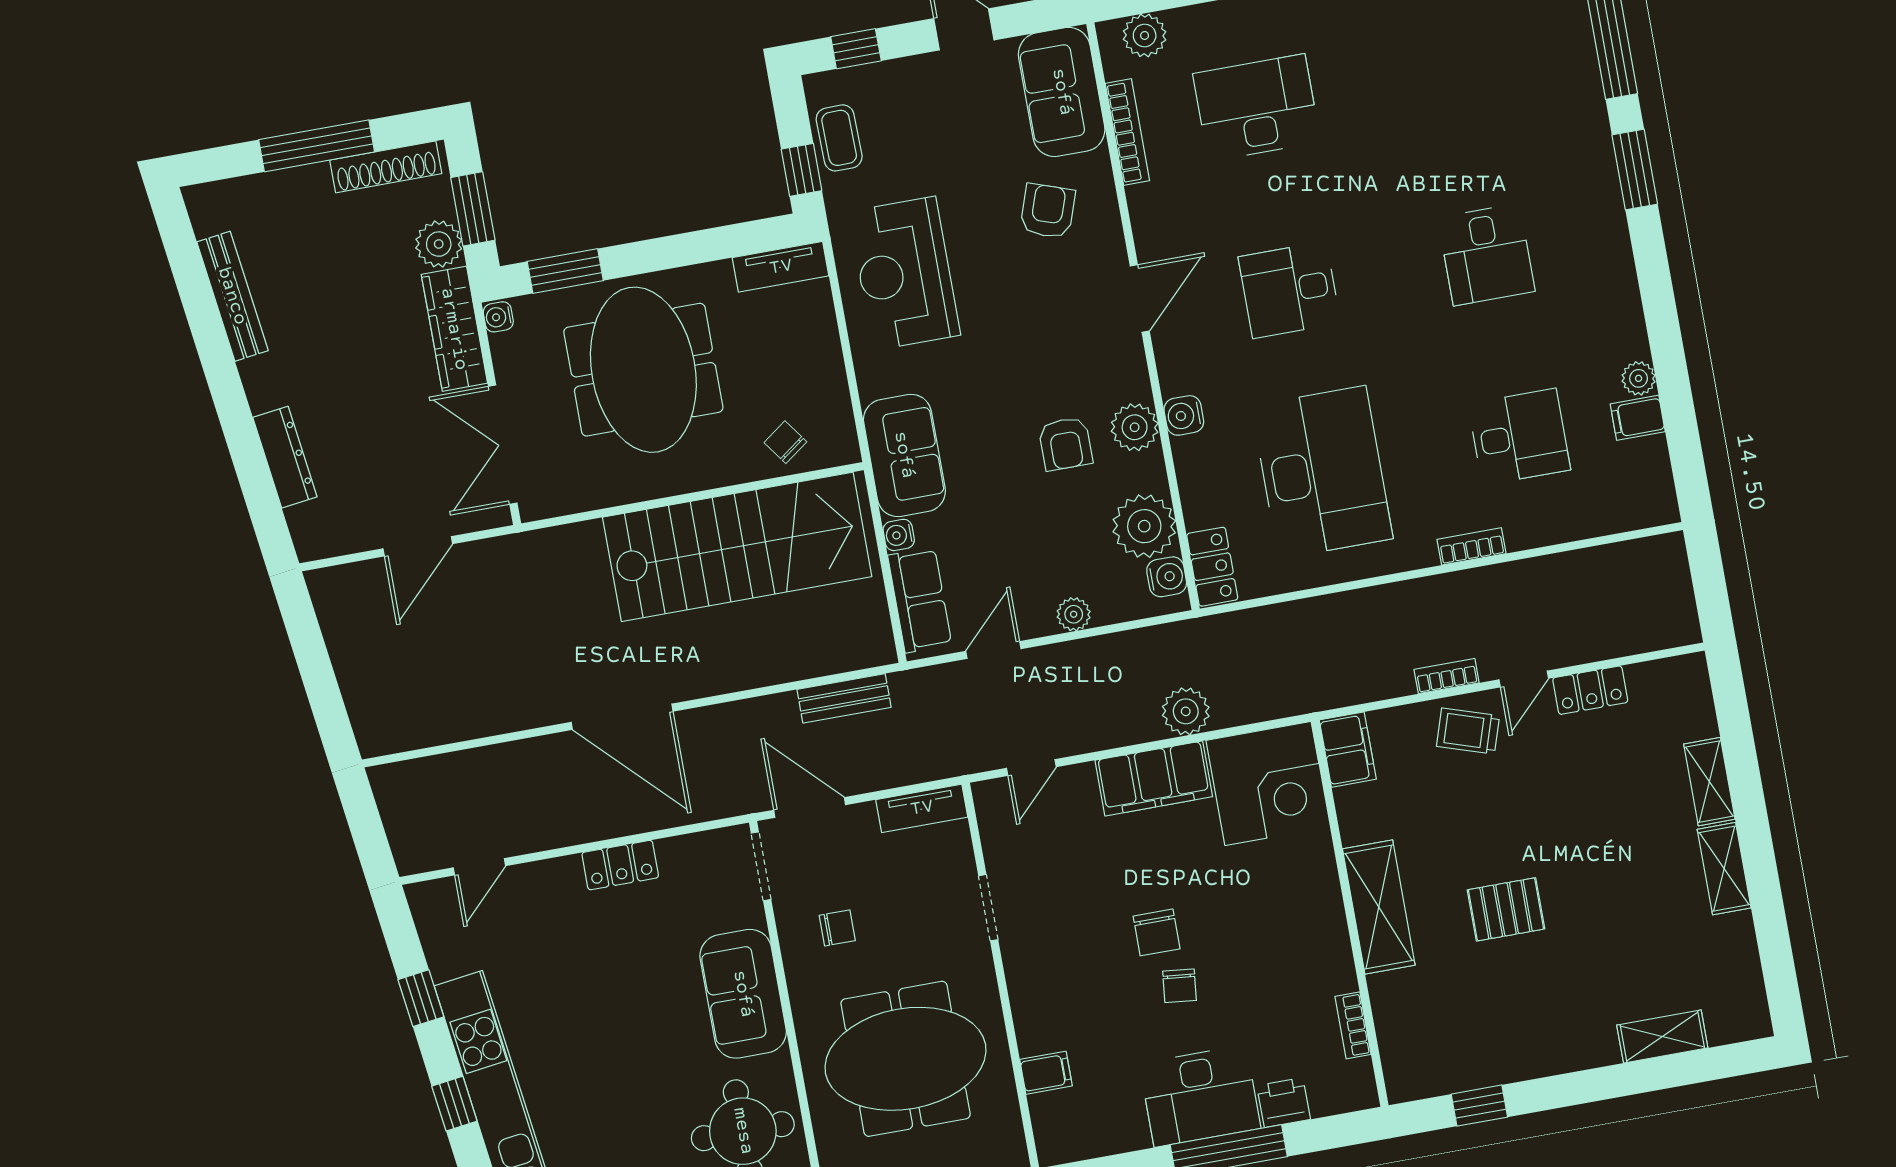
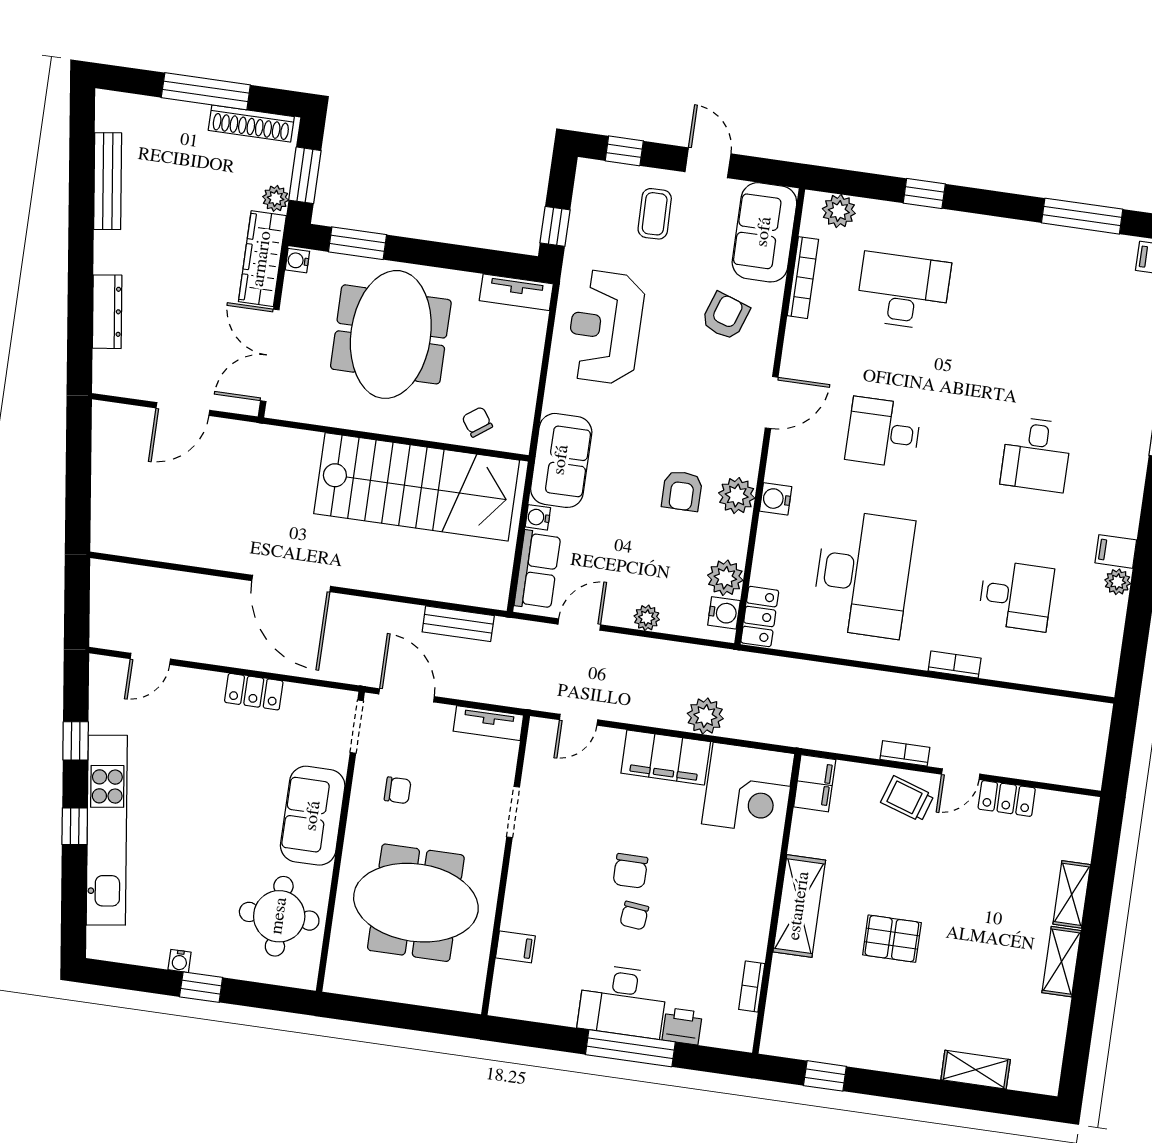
coffee table: (839, 138) -> (655, 214), moved
plant: (439, 244) -> (276, 198), width x0.73, depth x0.73
filing cabinet: (1638, 418) -> (1116, 551), moved
plant: (1144, 526) -> (725, 578), width x0.73, depth x0.73

